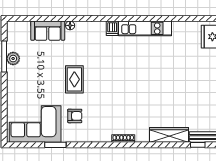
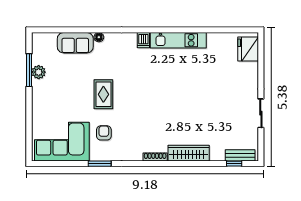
armchair: (75, 116) -> (104, 133), turned -90
wardrobe: (169, 135) -> (189, 153), moved
window: (55, 145) -> (100, 164), moved

